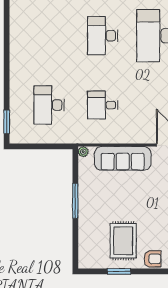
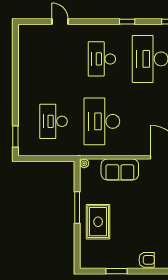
desk: (103, 105) -> (102, 121), width x1.87, depth x1.30
sofa: (123, 158) -> (120, 169), width x0.73
rug: (123, 241) -> (98, 222), moved

